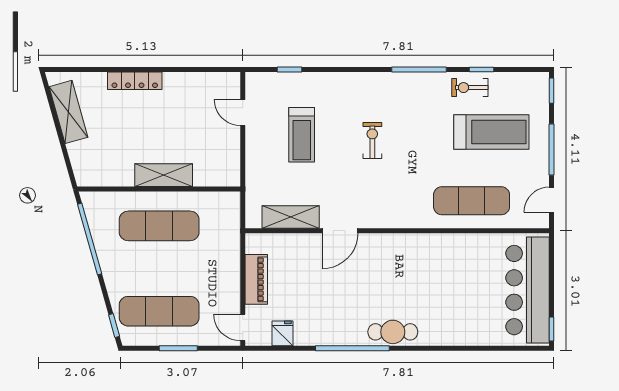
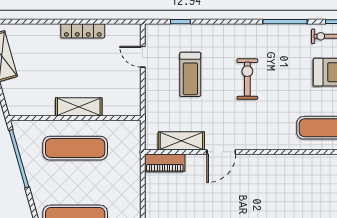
locker: (135, 81) -> (83, 31), moved
exercise bike: (372, 140) -> (247, 79), width x1.38, depth x1.39
piano: (256, 279) -> (165, 163), moved, turned 90

